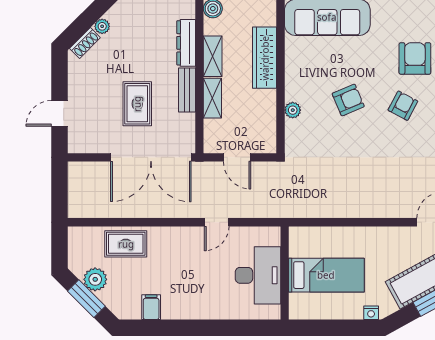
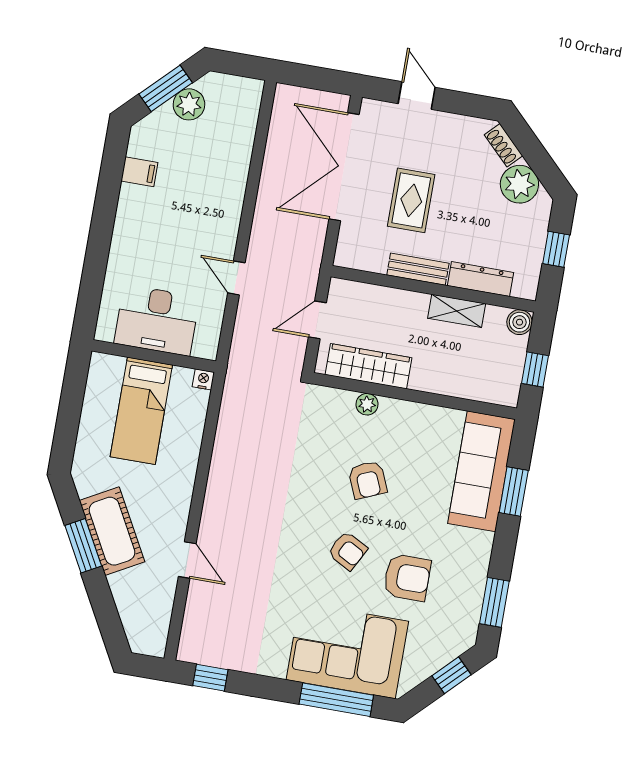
plant: (102, 26) -> (519, 184), width x1.87, depth x1.87
wardrobe: (265, 58) -> (368, 366), moved
shelving: (212, 98) -> (401, 301), removed
rug: (137, 104) -> (411, 200), turned 90
double door: (151, 157) -> (344, 167), moved
rug: (126, 244) -> (229, 153), removed
nightstand: (371, 313) -> (203, 379), moved, turned 90

